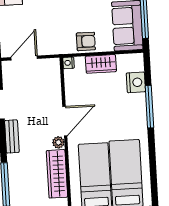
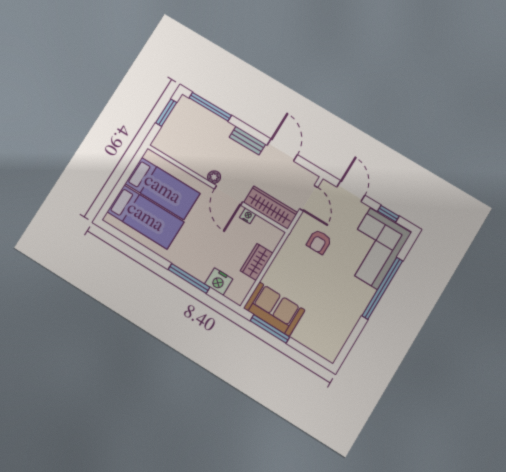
armchair: (86, 41) -> (319, 242), moved
nightstand: (68, 63) -> (248, 216), moved
wardrobe: (57, 174) -> (271, 208), moved

